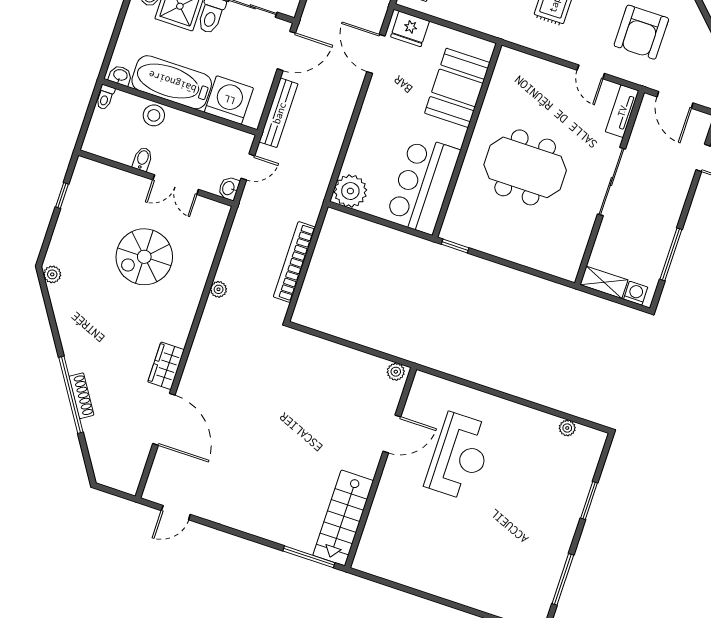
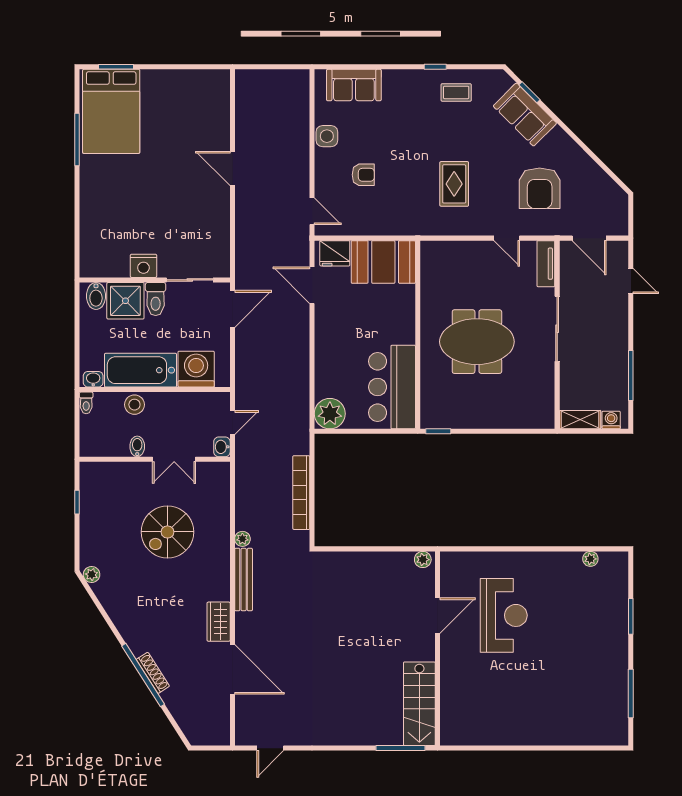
booth: (457, 88) -> (383, 262), moved, turned 90
bench: (279, 113) -> (244, 580), moved

